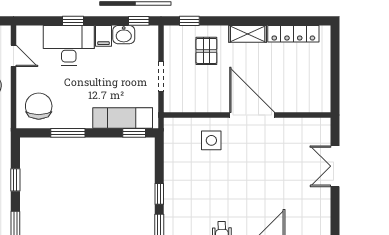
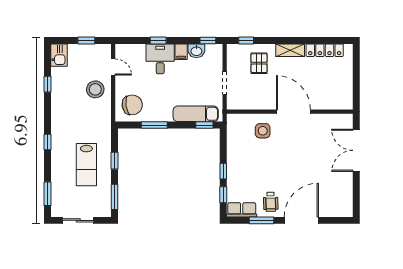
desk: (69, 45) -> (160, 59), width x0.73
chair: (39, 106) -> (132, 105), turned 81
double door: (335, 166) -> (356, 150), width x1.37

